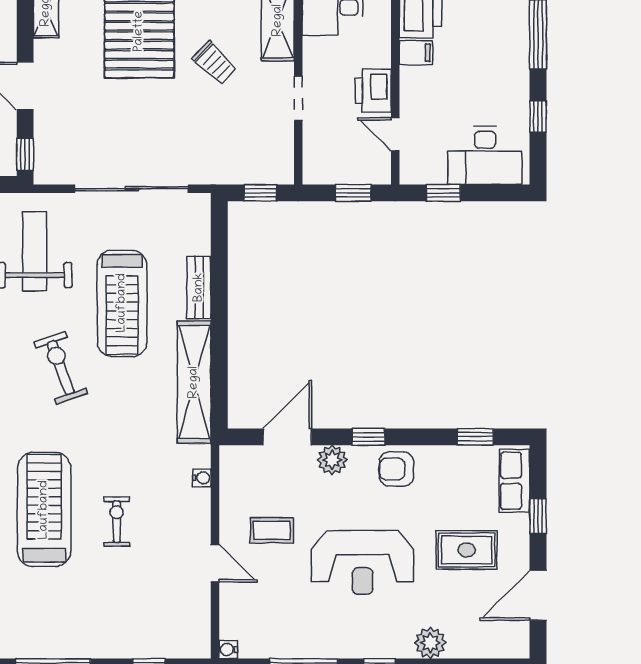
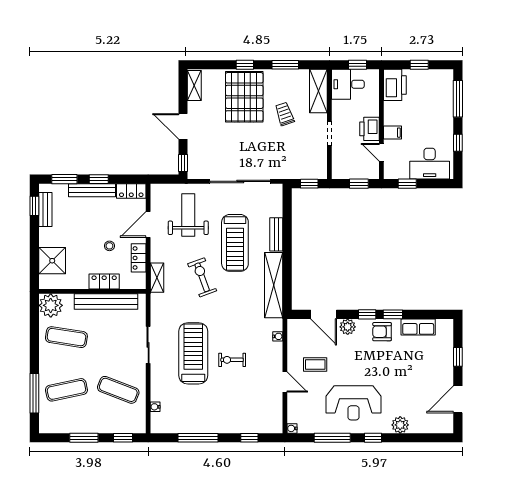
filing cabinet: (416, 53) -> (393, 133), moved
trolley: (215, 63) -> (285, 114), turned -153
door: (287, 437) -> (324, 314), swing flipped
window: (475, 437) -> (393, 314), moved
row of seats: (515, 481) -> (418, 327), moved, turned -90
exercise bike: (117, 522) -> (232, 360), turned -90
rug: (467, 550) -> (420, 375), removed
reception desk: (363, 562) -> (353, 403), moved

